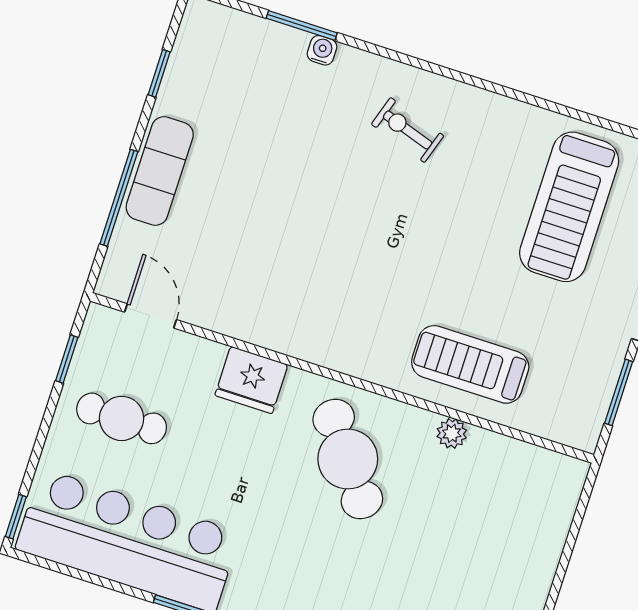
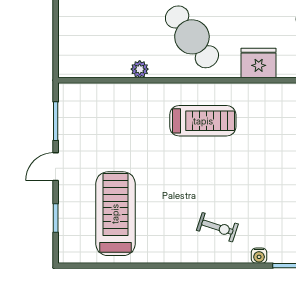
water cooler: (322, 50) -> (259, 256), moved
treadmill: (470, 364) -> (203, 121), moved

